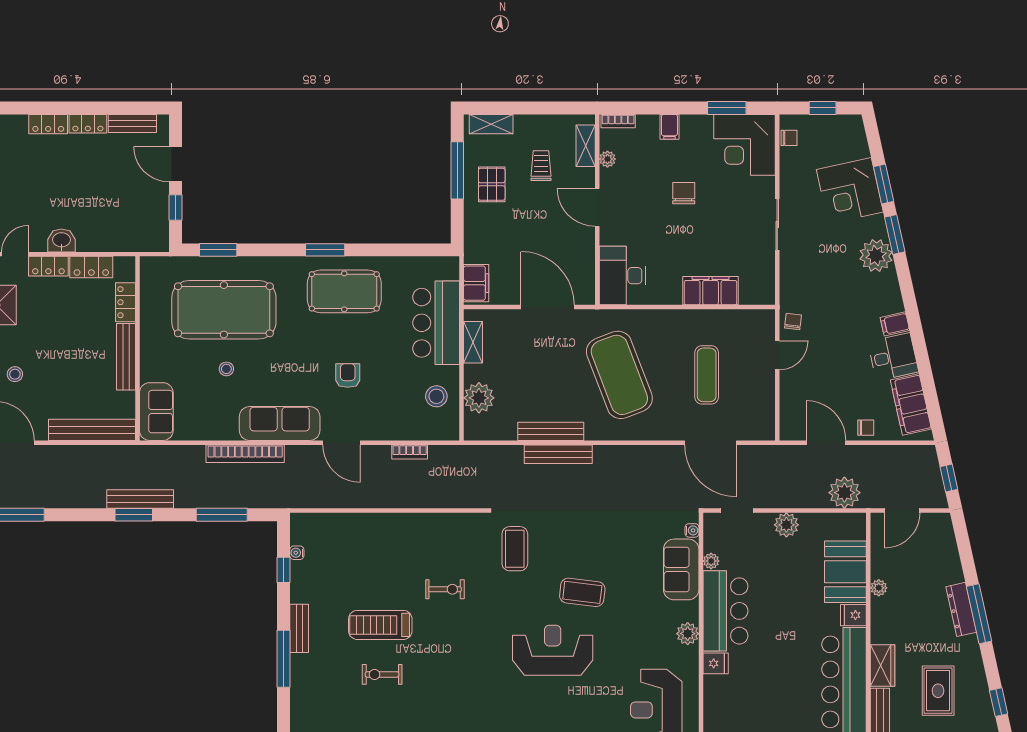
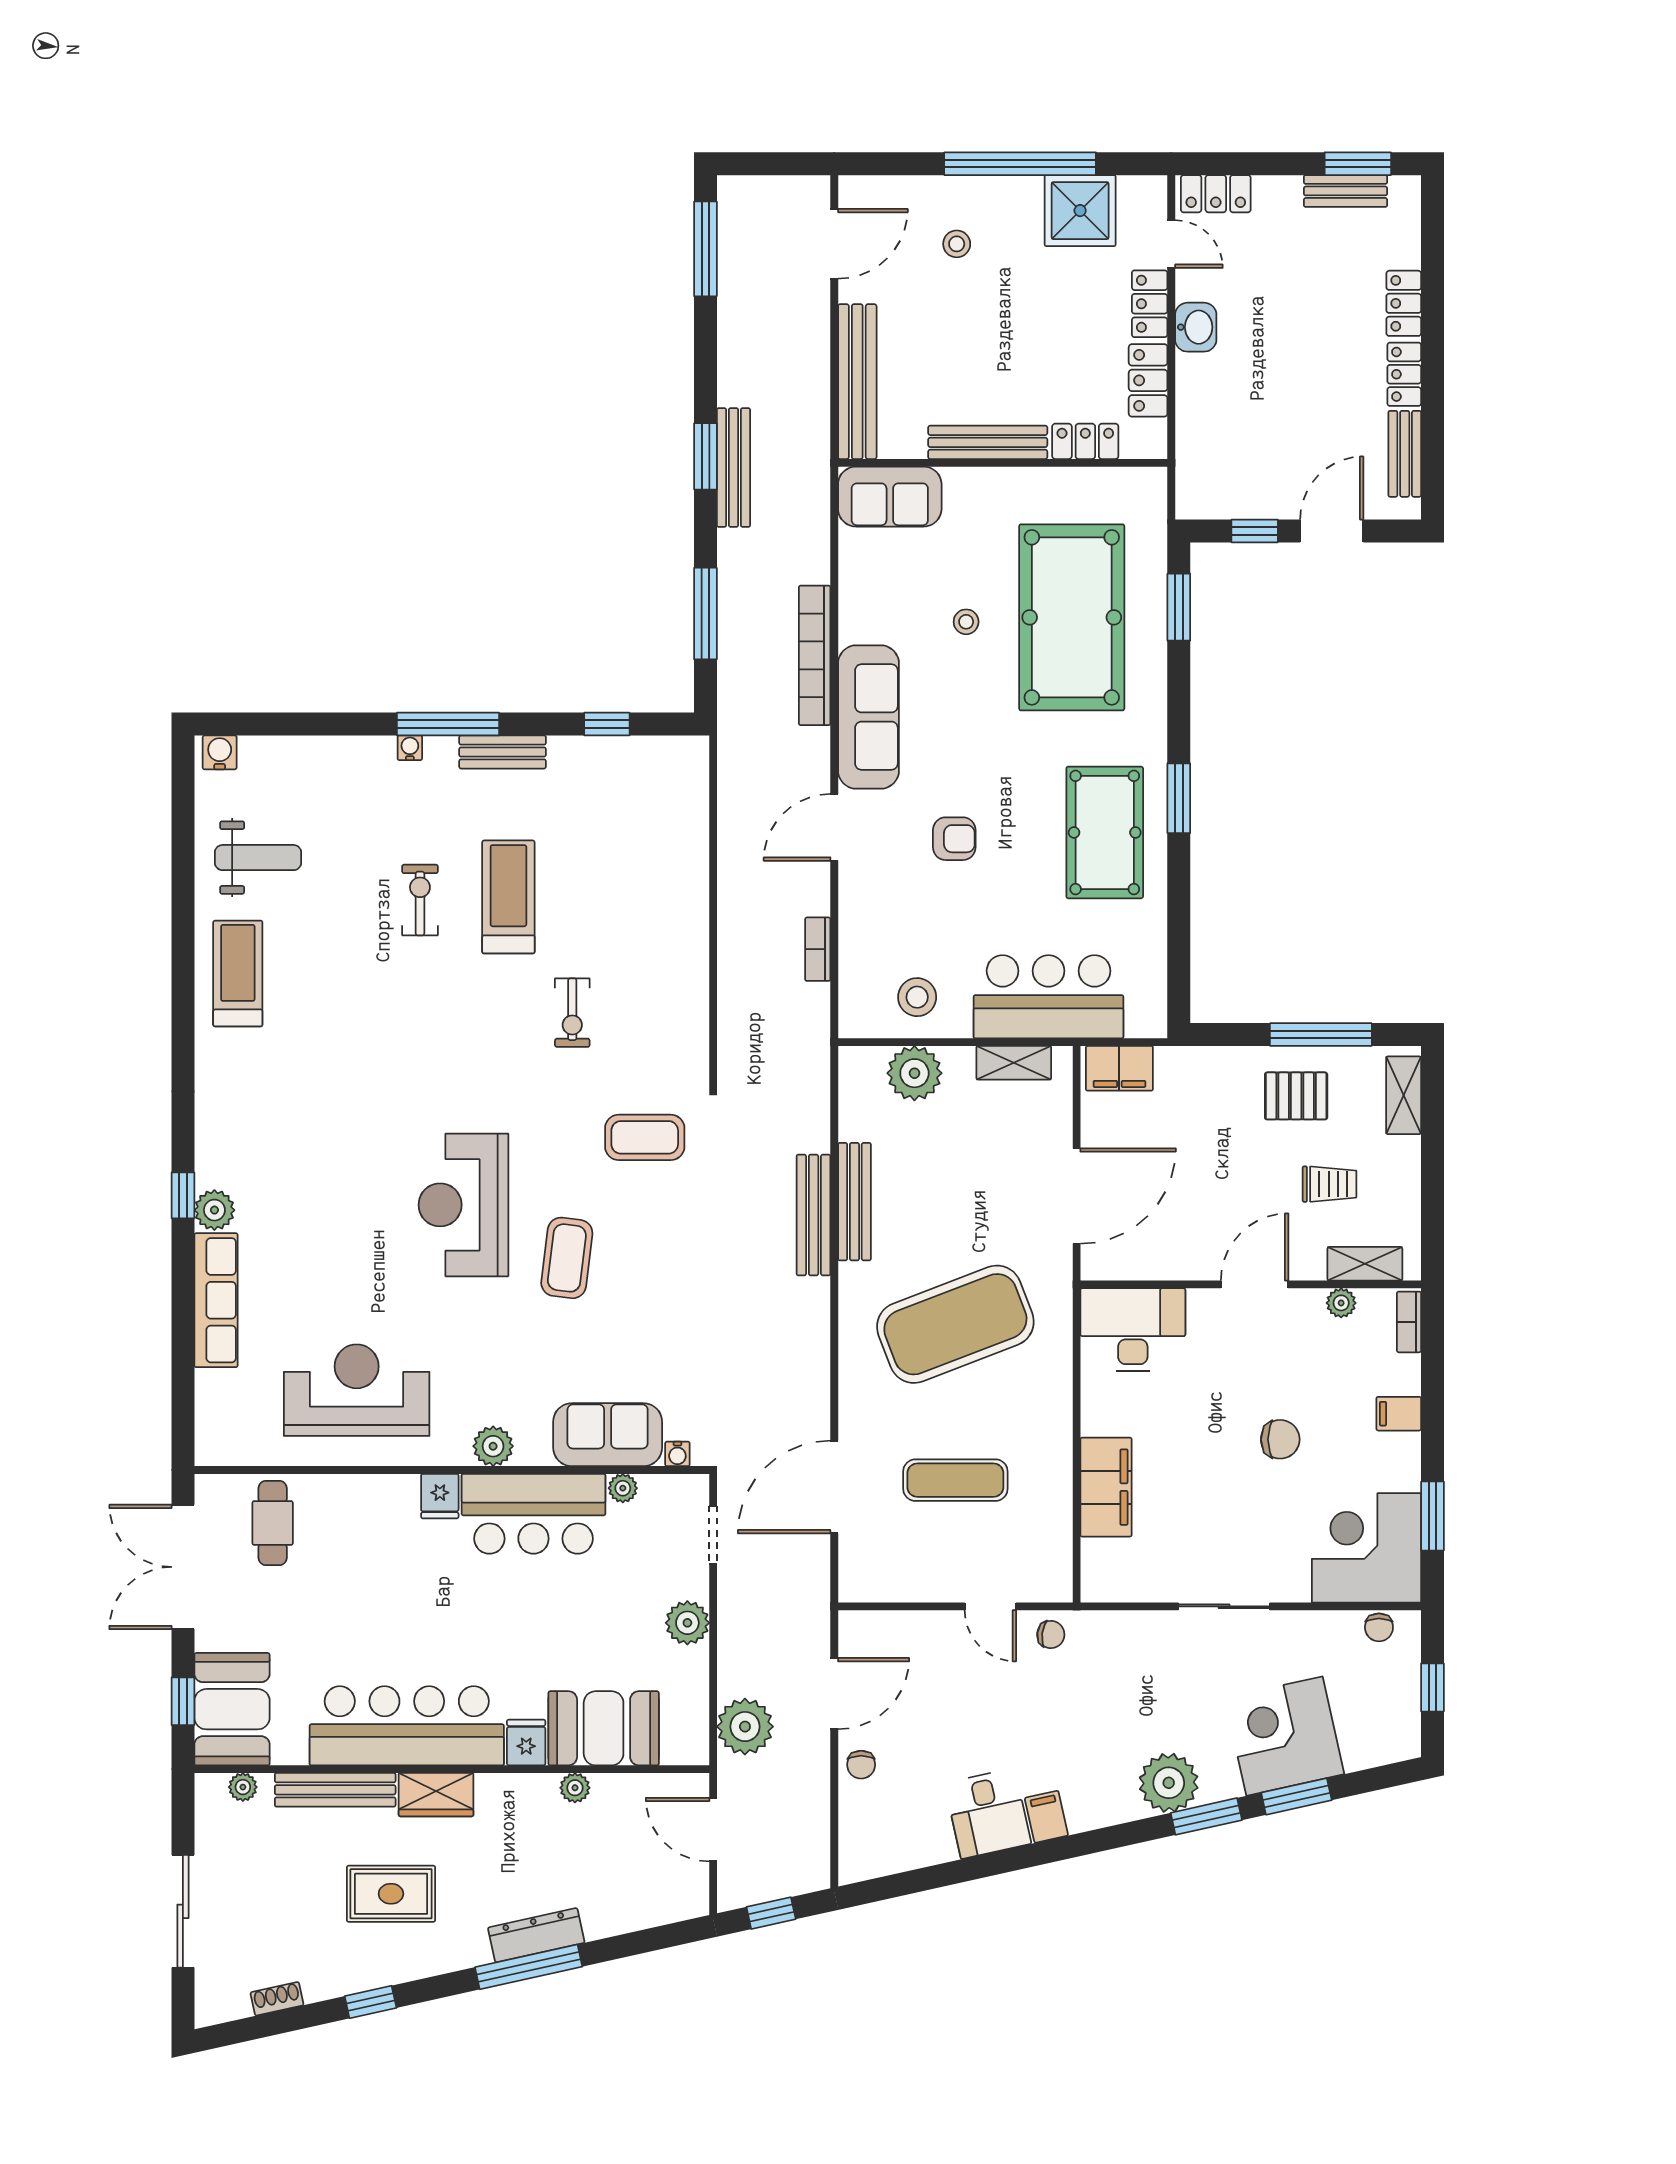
filing cabinet: (911, 404) -> (903, 1845), removed
water cooler: (297, 553) -> (410, 748), moved
reception desk: (553, 650) -> (463, 1205), turned 180

